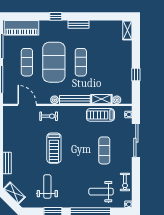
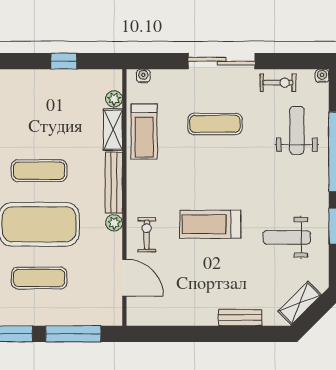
door: (27, 105) -> (124, 278), swing flipped
sliding door: (136, 140) -> (222, 61), moved
treadmill: (54, 148) -> (210, 224), turned 180
weight bench: (101, 192) -> (297, 130), turned 180

